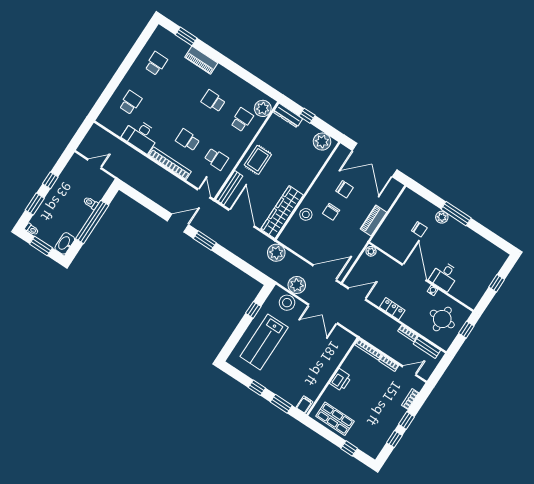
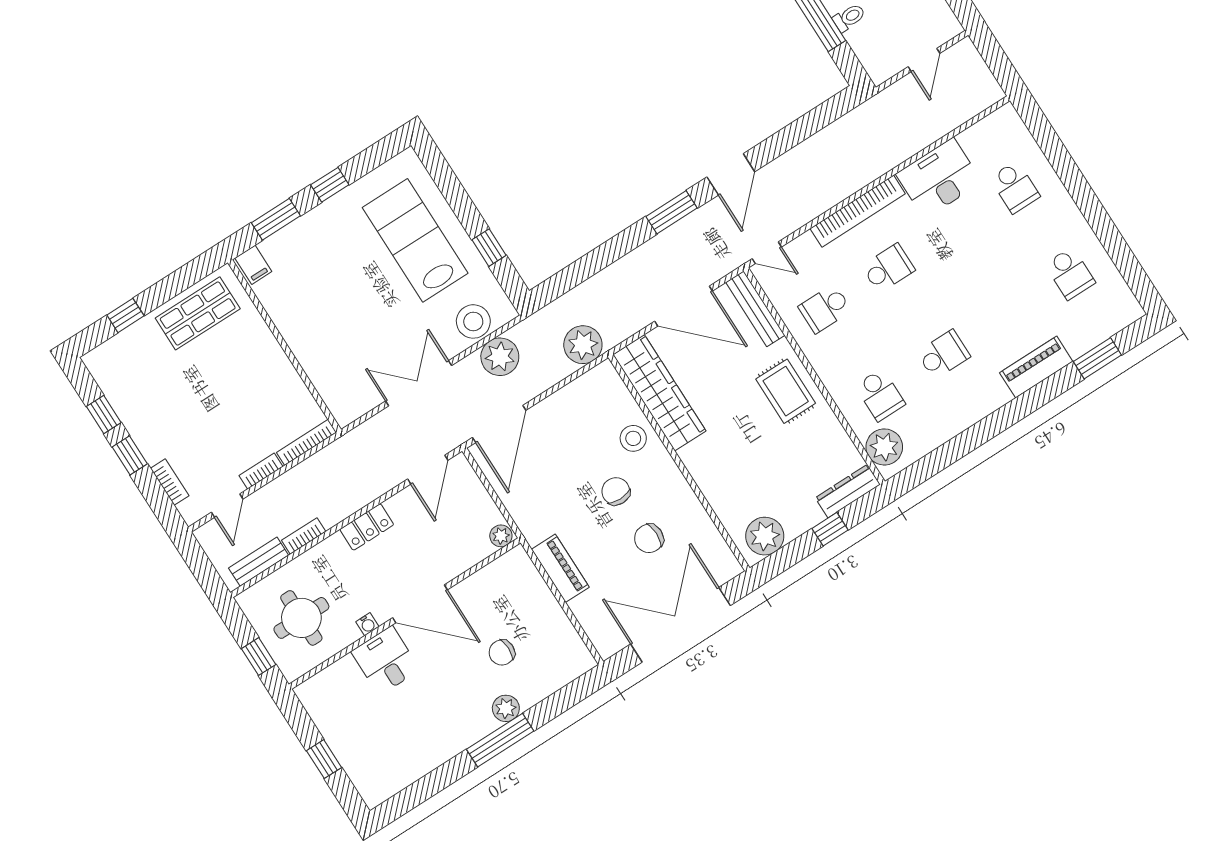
printer: (341, 380) -> (270, 359), removed

